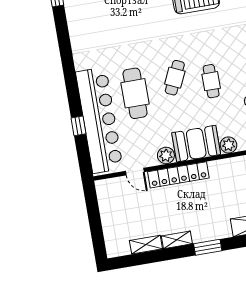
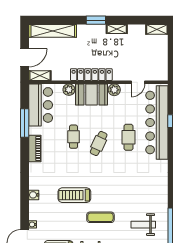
cafe table: (135, 93) -> (129, 137), width x0.73, depth x0.74
door: (135, 172) -> (138, 82), swing flipped
locker: (178, 175) -> (91, 75), moved
shelving: (146, 245) -> (157, 29), moved

